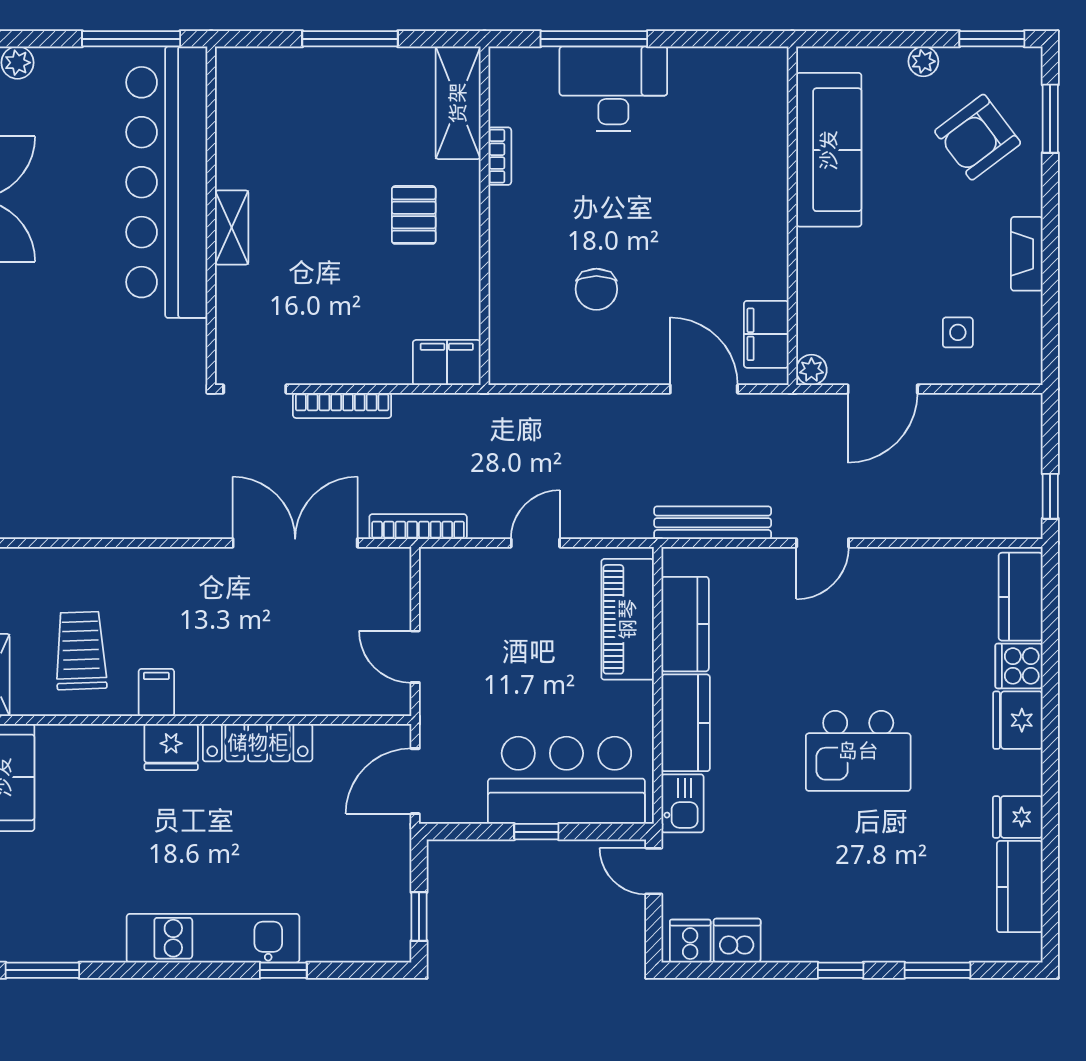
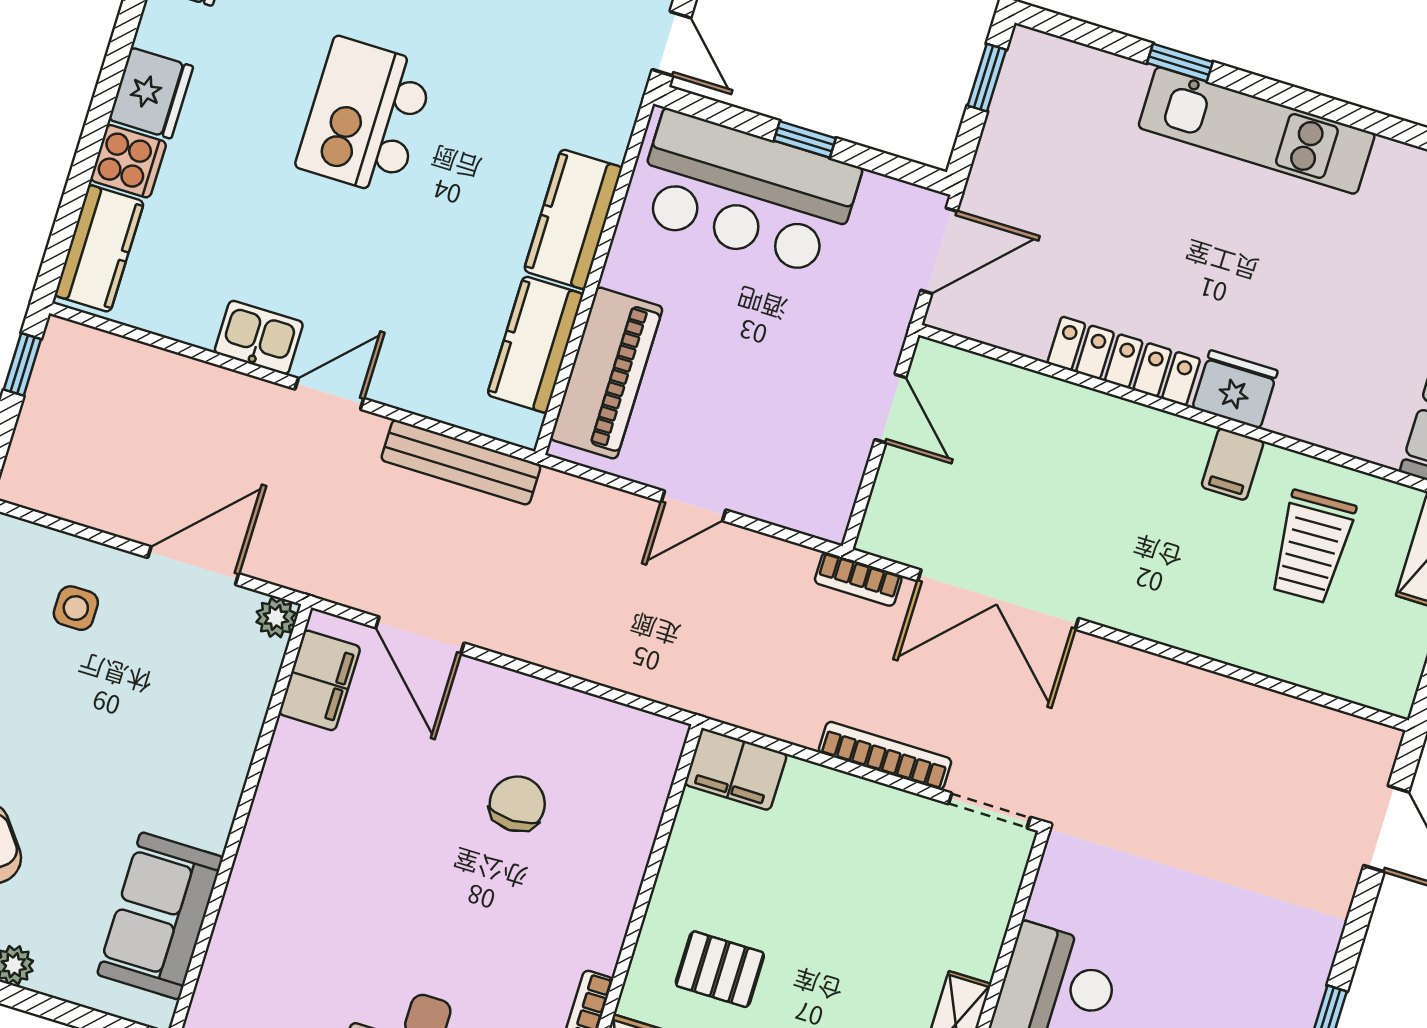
sofa: (829, 150) -> (160, 916), width x0.73
pallet: (414, 215) -> (720, 969), turned 90
bookcase: (418, 527) -> (858, 579), width x0.64
kitchen island: (858, 751) -> (365, 116), turned -90
kitchen sink: (683, 803) -> (259, 337), moved, turned 90

